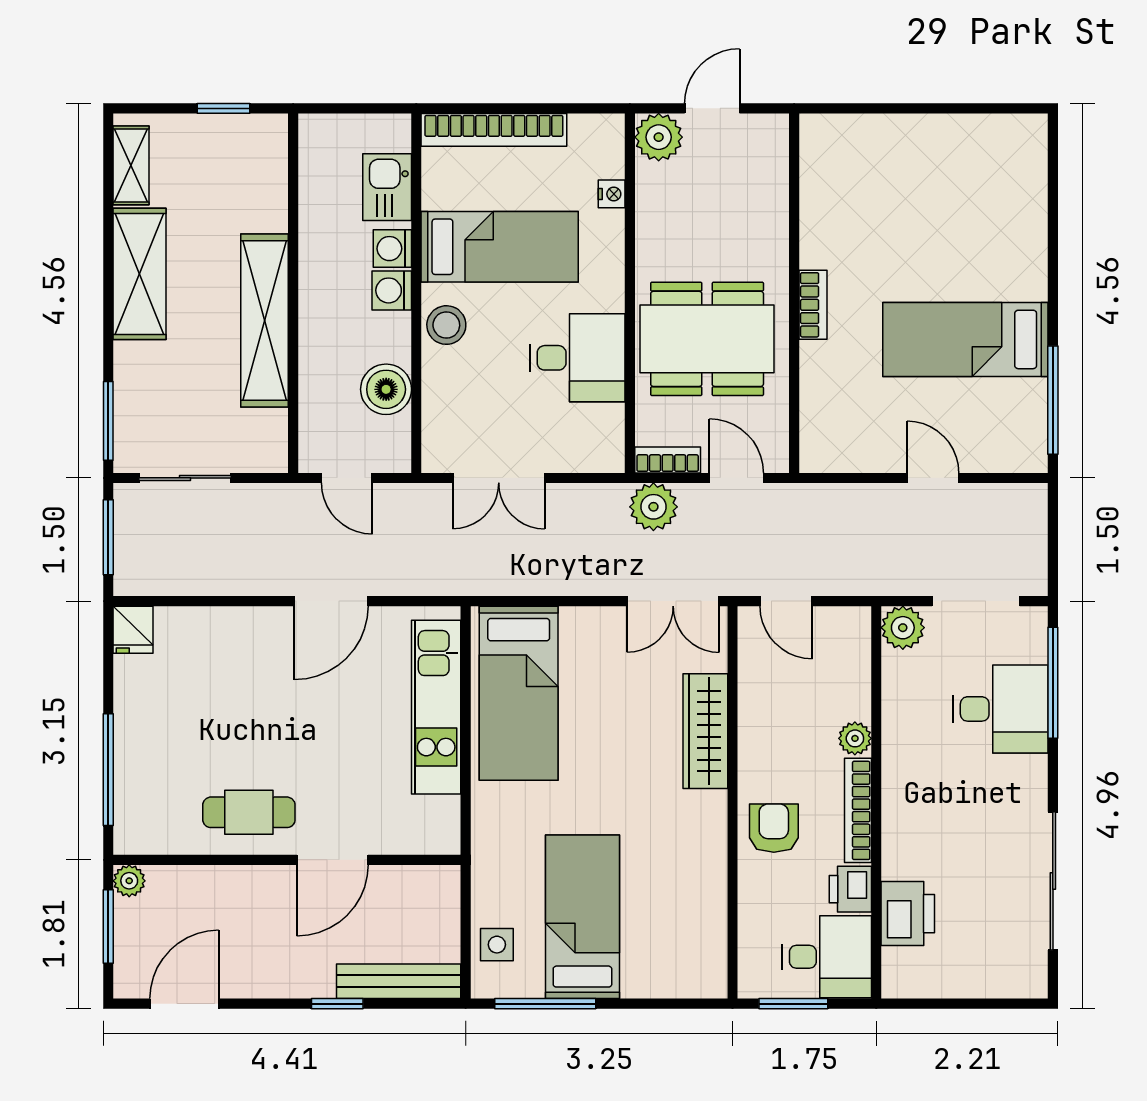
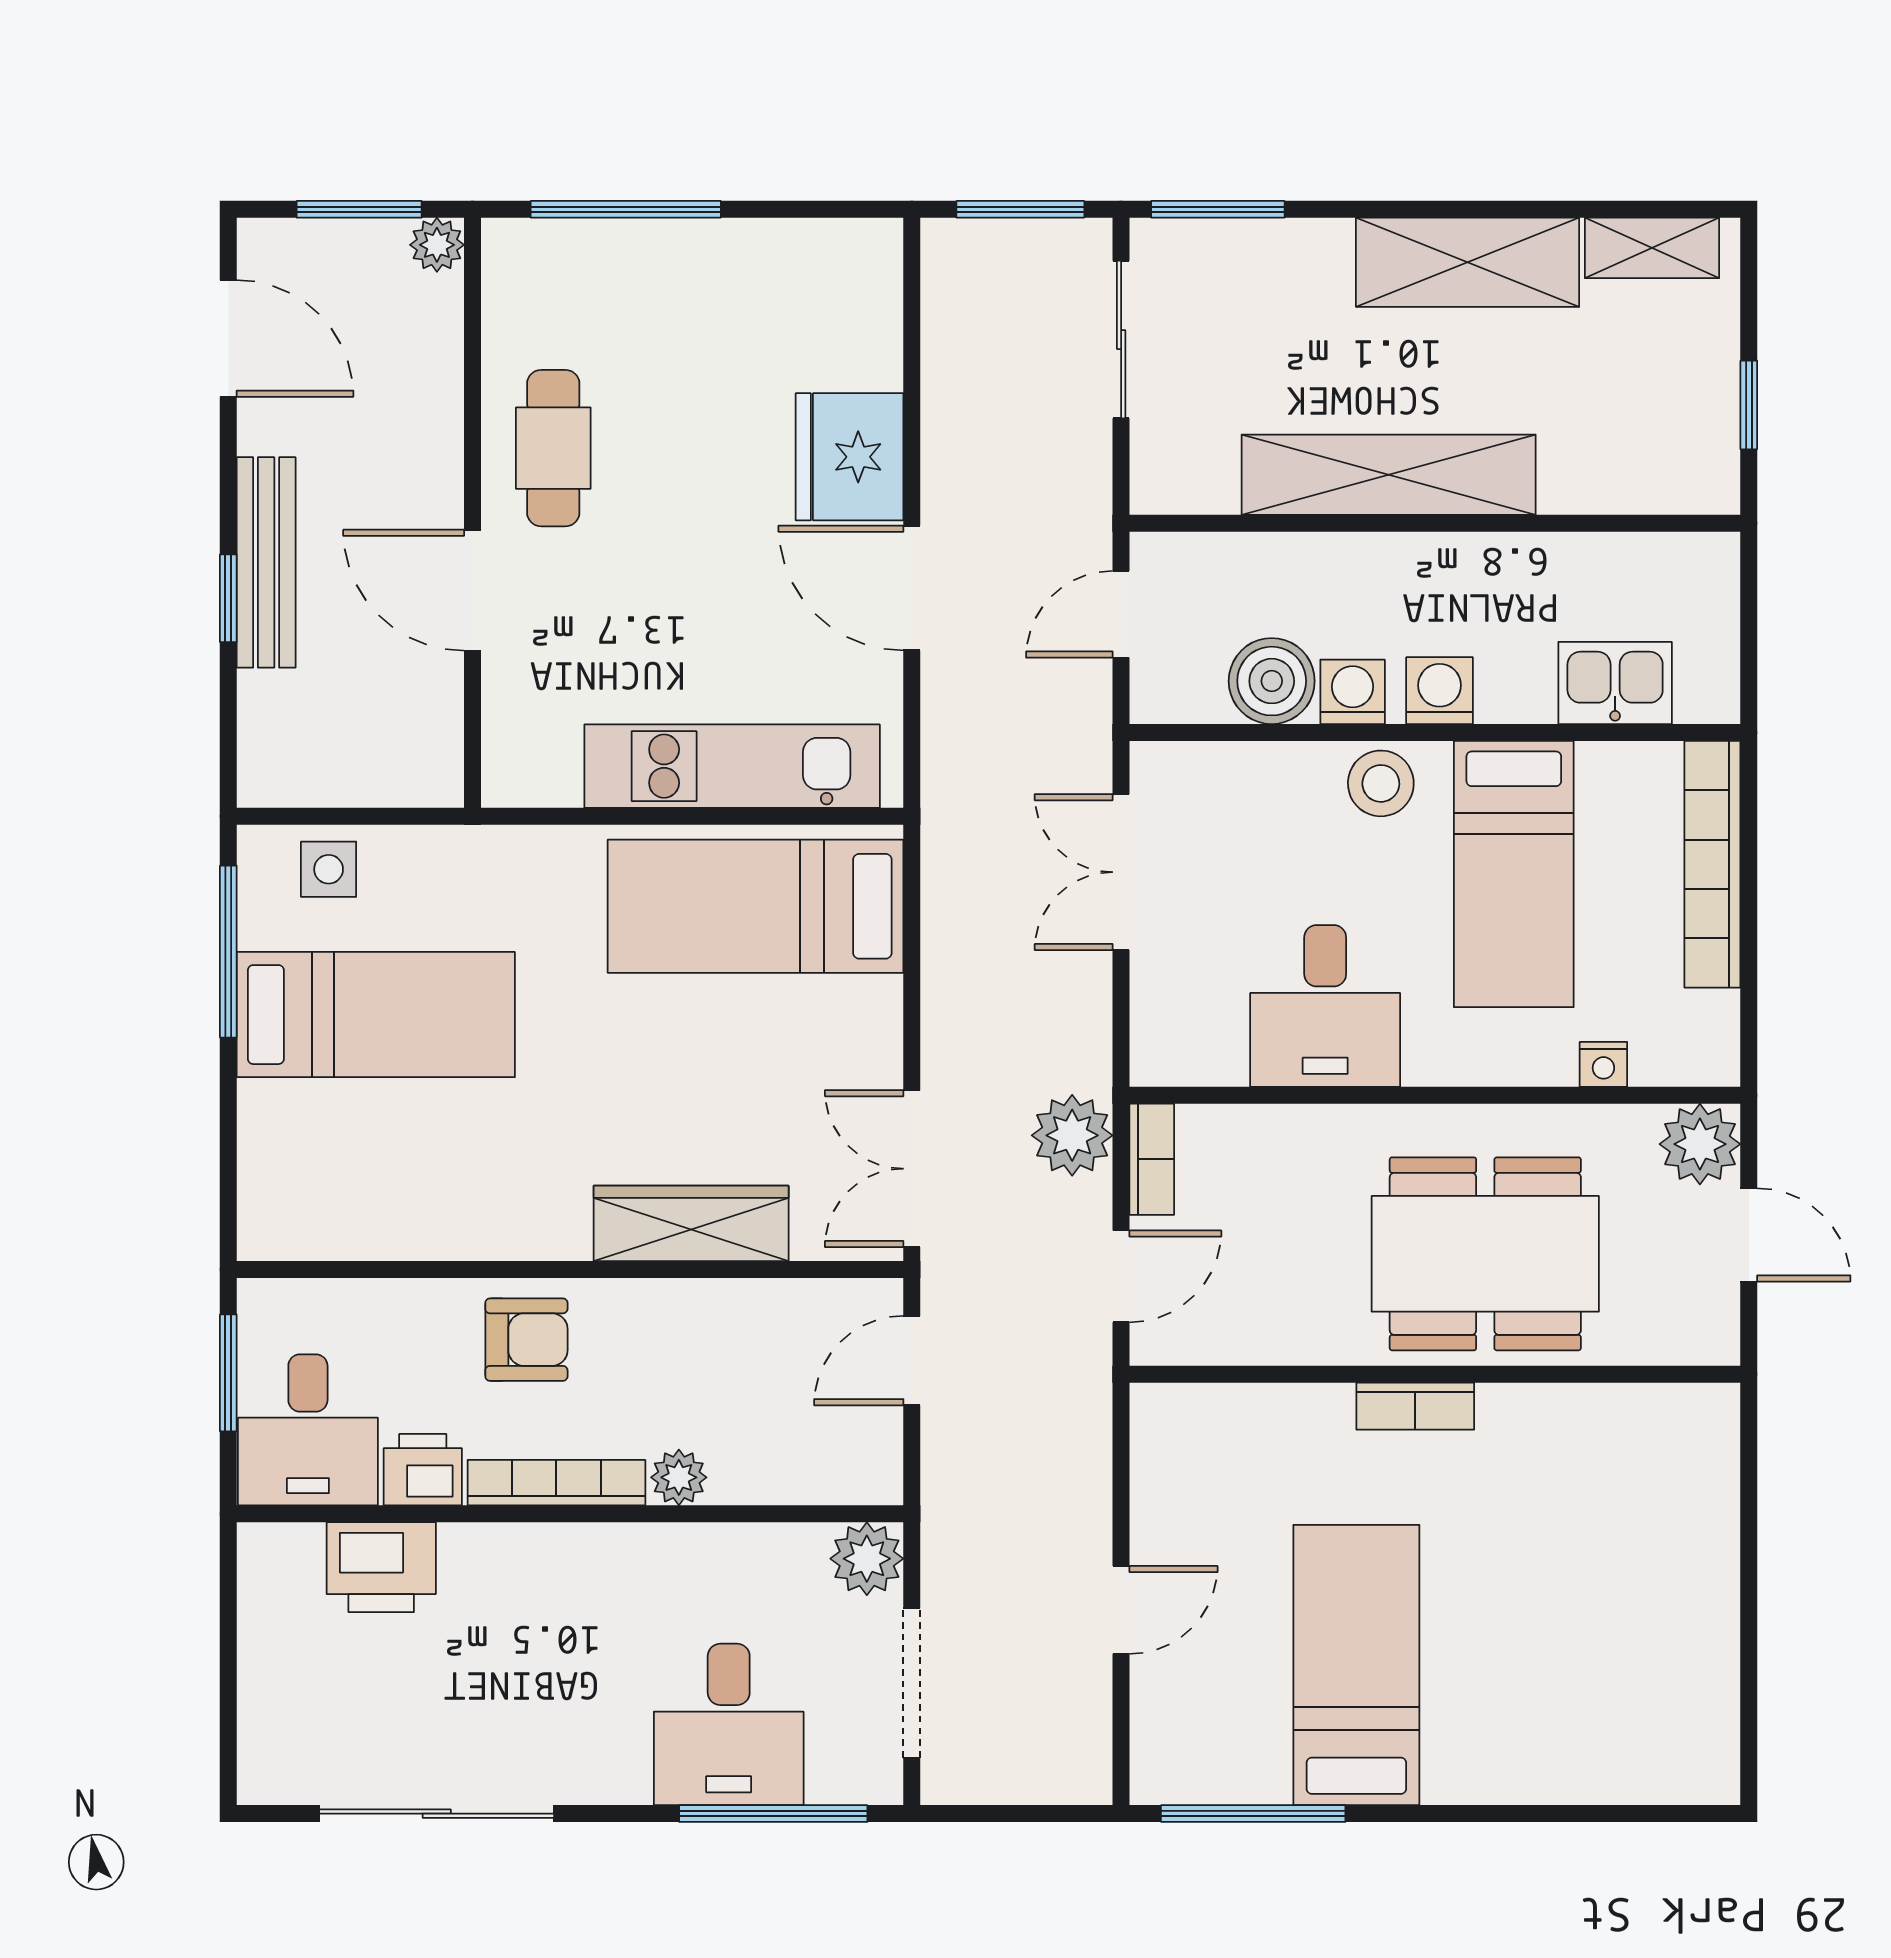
washing machine: (392, 249) -> (1353, 692), moved
dining table: (707, 339) -> (1485, 1254), moved, turned 90
fridge: (133, 630) -> (850, 457), moved, width x1.88, depth x1.34
bench: (399, 981) -> (266, 562), moved

